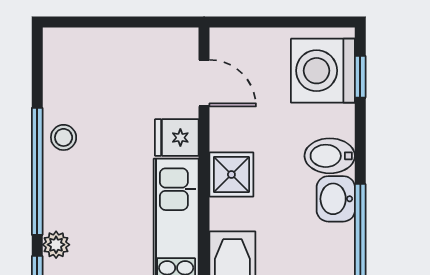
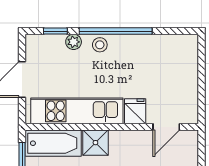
stool: (64, 137) -> (100, 45), moved
shower: (231, 174) -> (95, 143), moved

